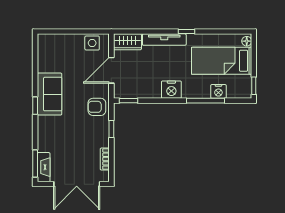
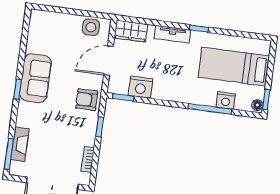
tv unit: (164, 40) -> (173, 34), width x0.71
floor lamp: (247, 41) -> (257, 105), moved
nightstand: (171, 90) -> (141, 87), moved
fireplace: (44, 167) -> (20, 144), moved

